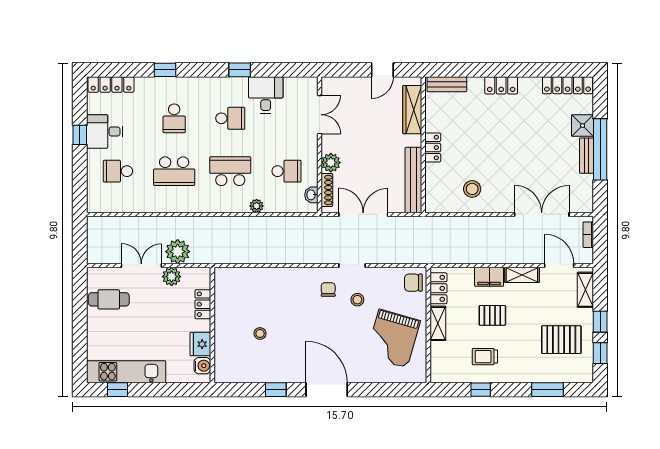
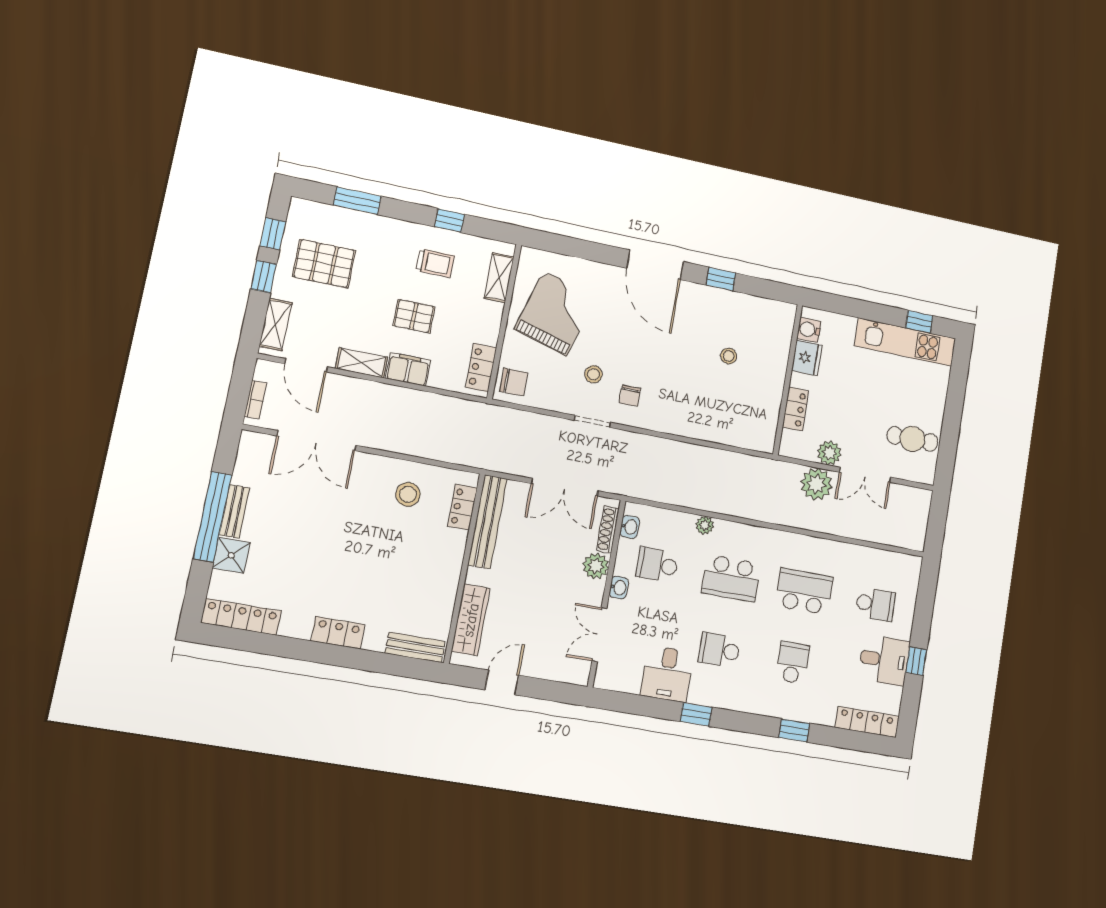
locker: (433, 148) -> (463, 507), moved
washbasin: (312, 150) -> (619, 587), added
shelving: (438, 323) -> (499, 278), moved

